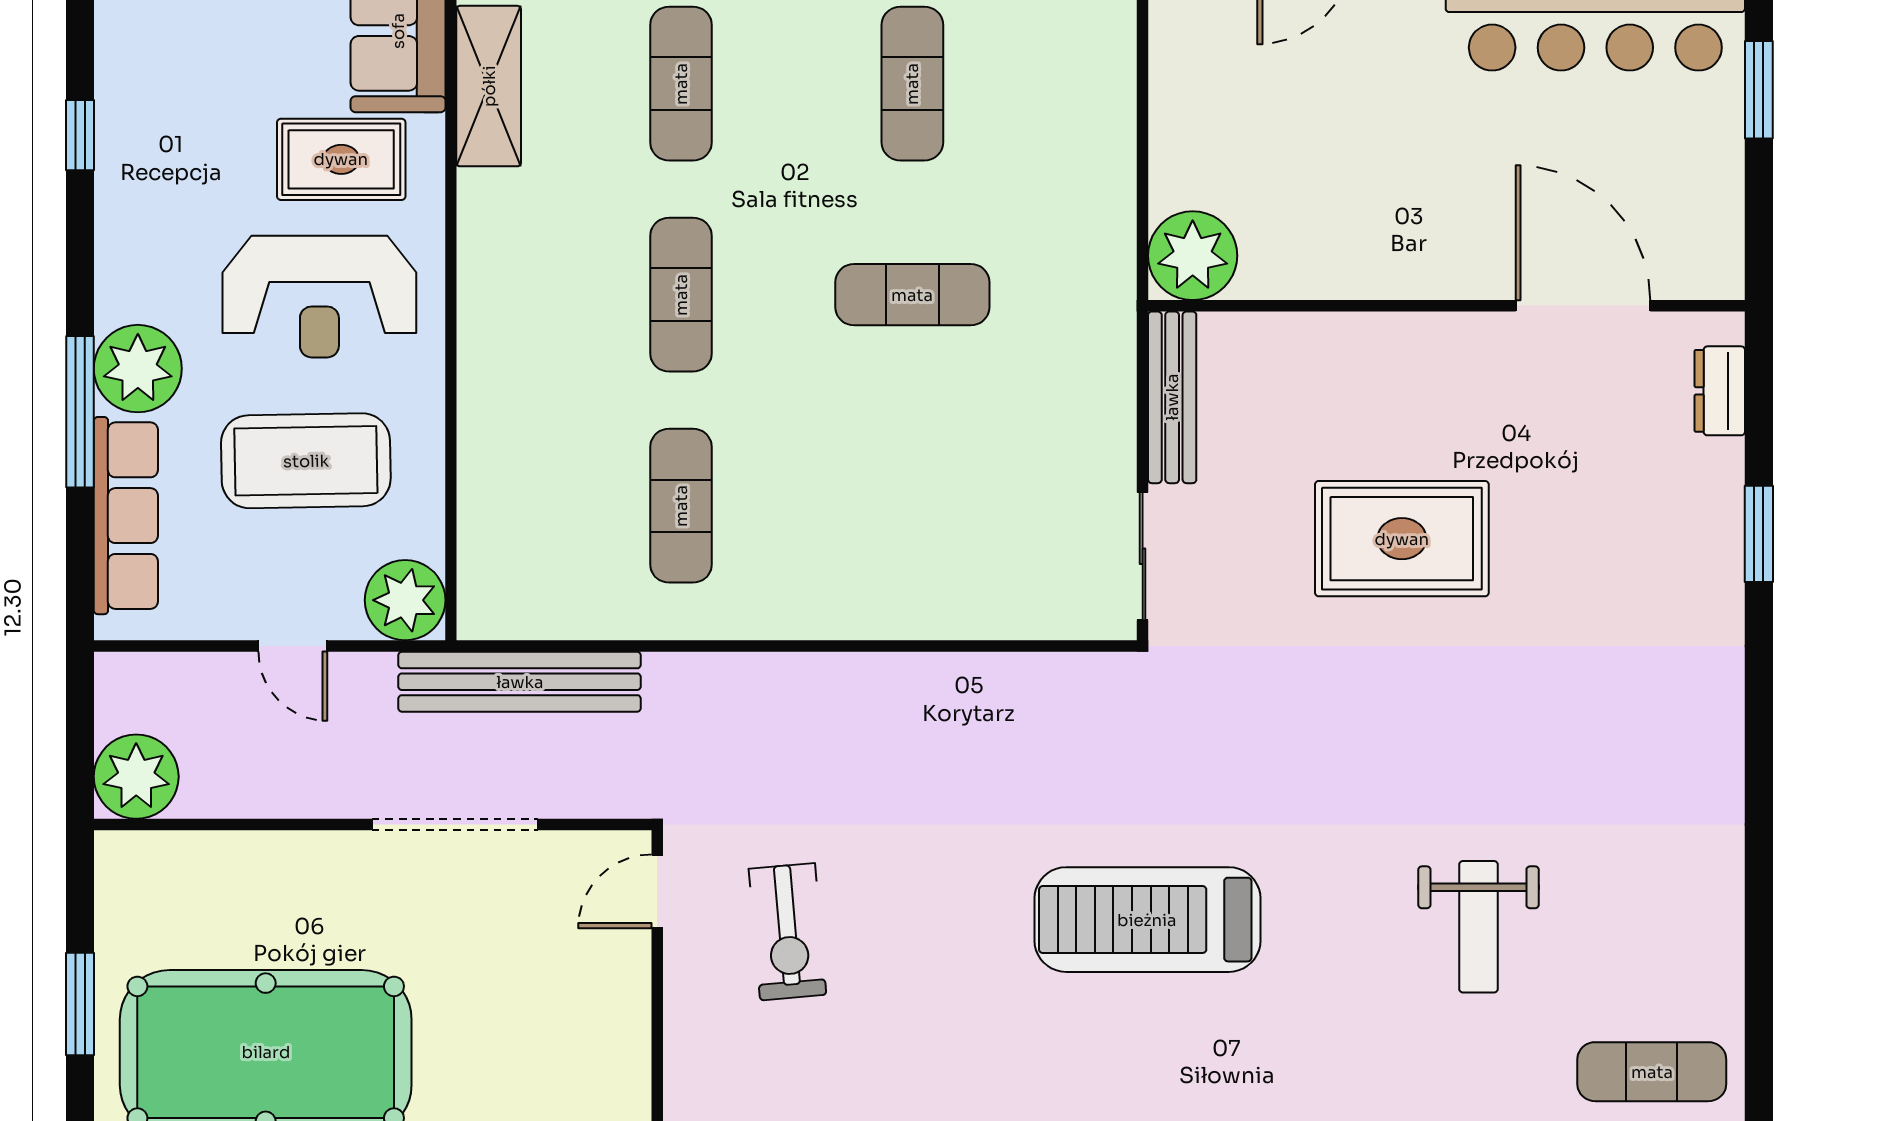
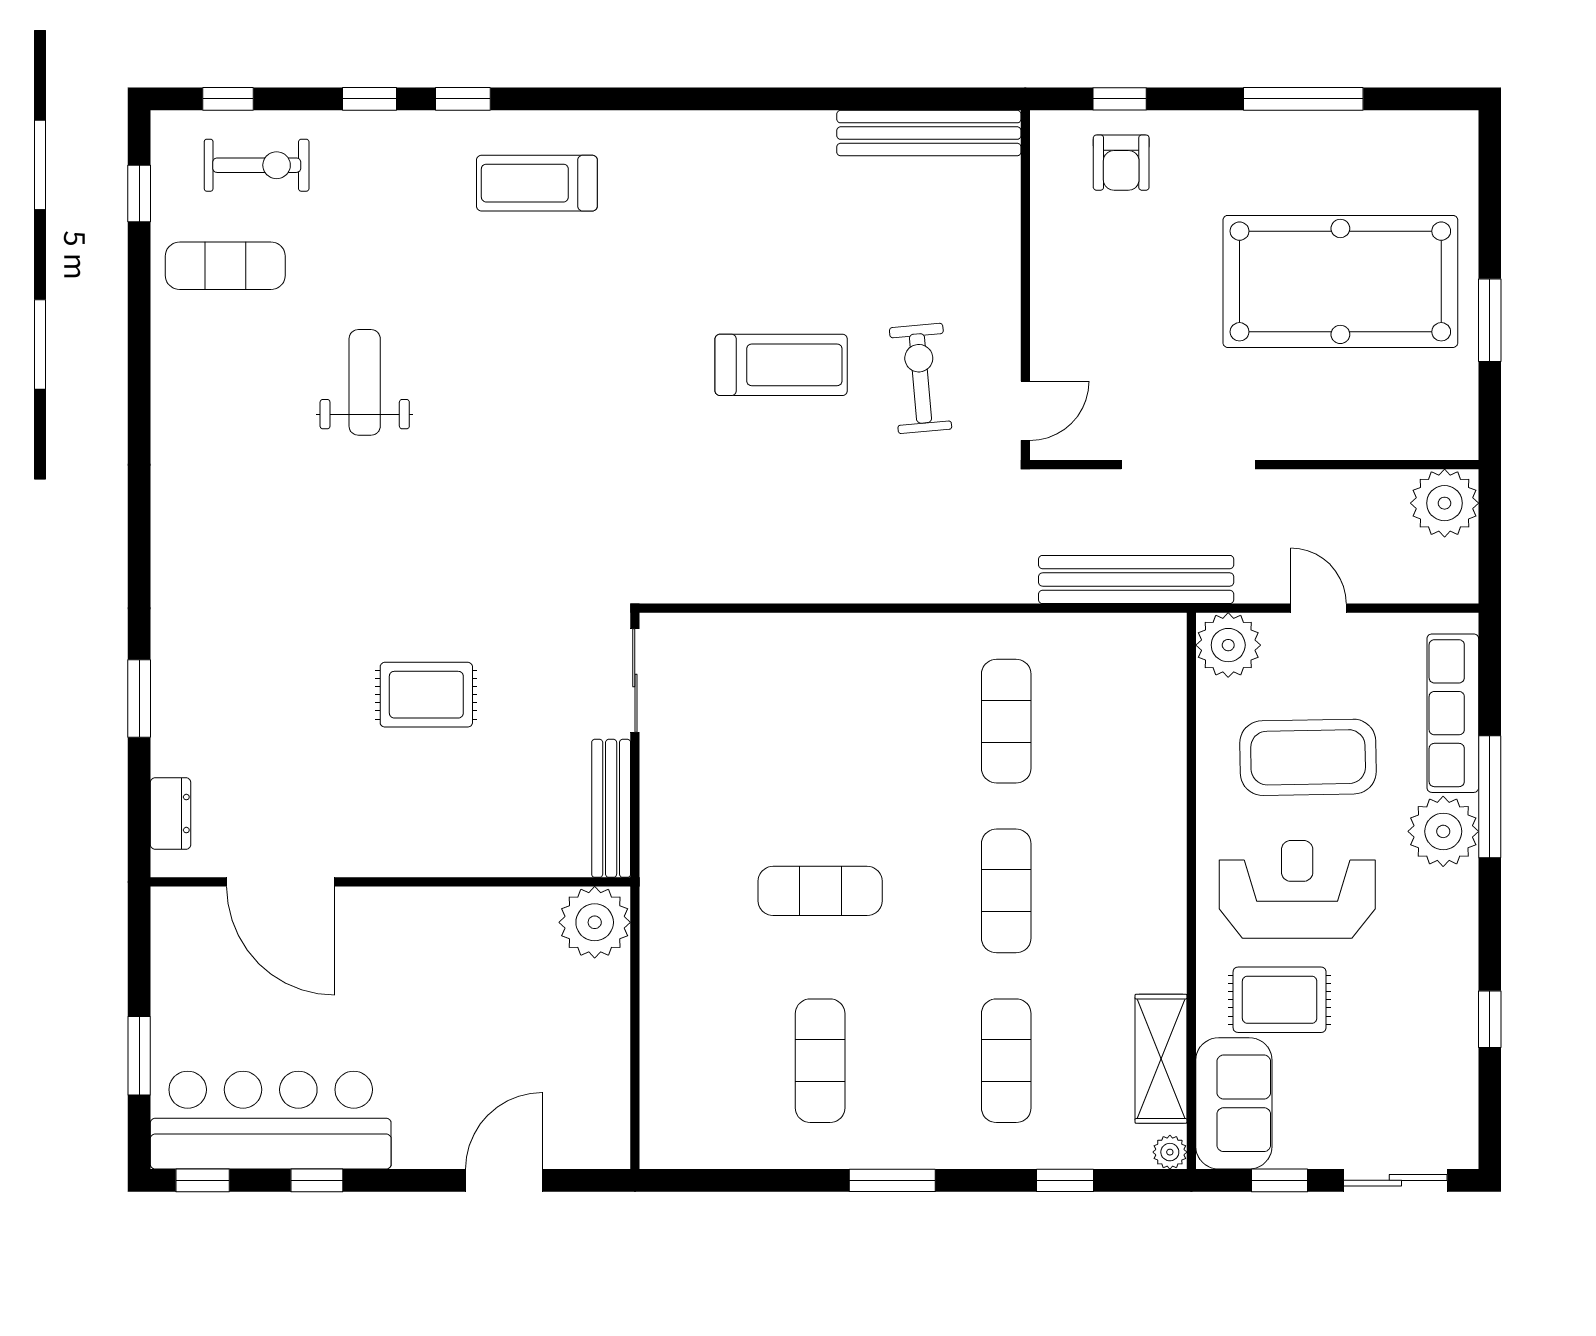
rug: (1402, 539) -> (426, 695), width x0.73, depth x0.70
treadmill: (1147, 920) -> (781, 365), moved, width x0.73, depth x0.73

